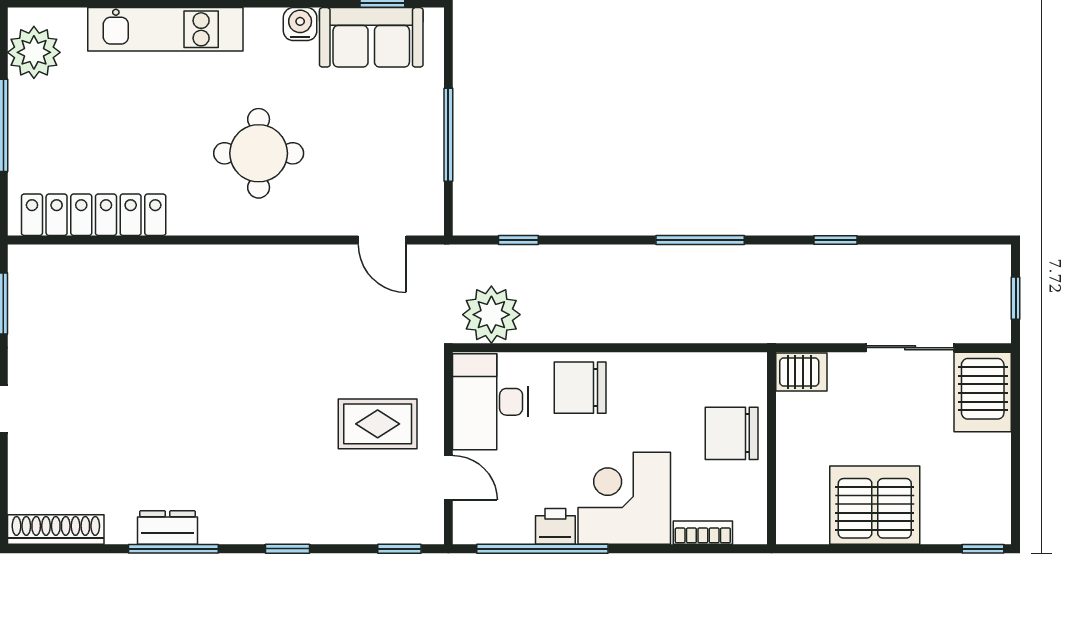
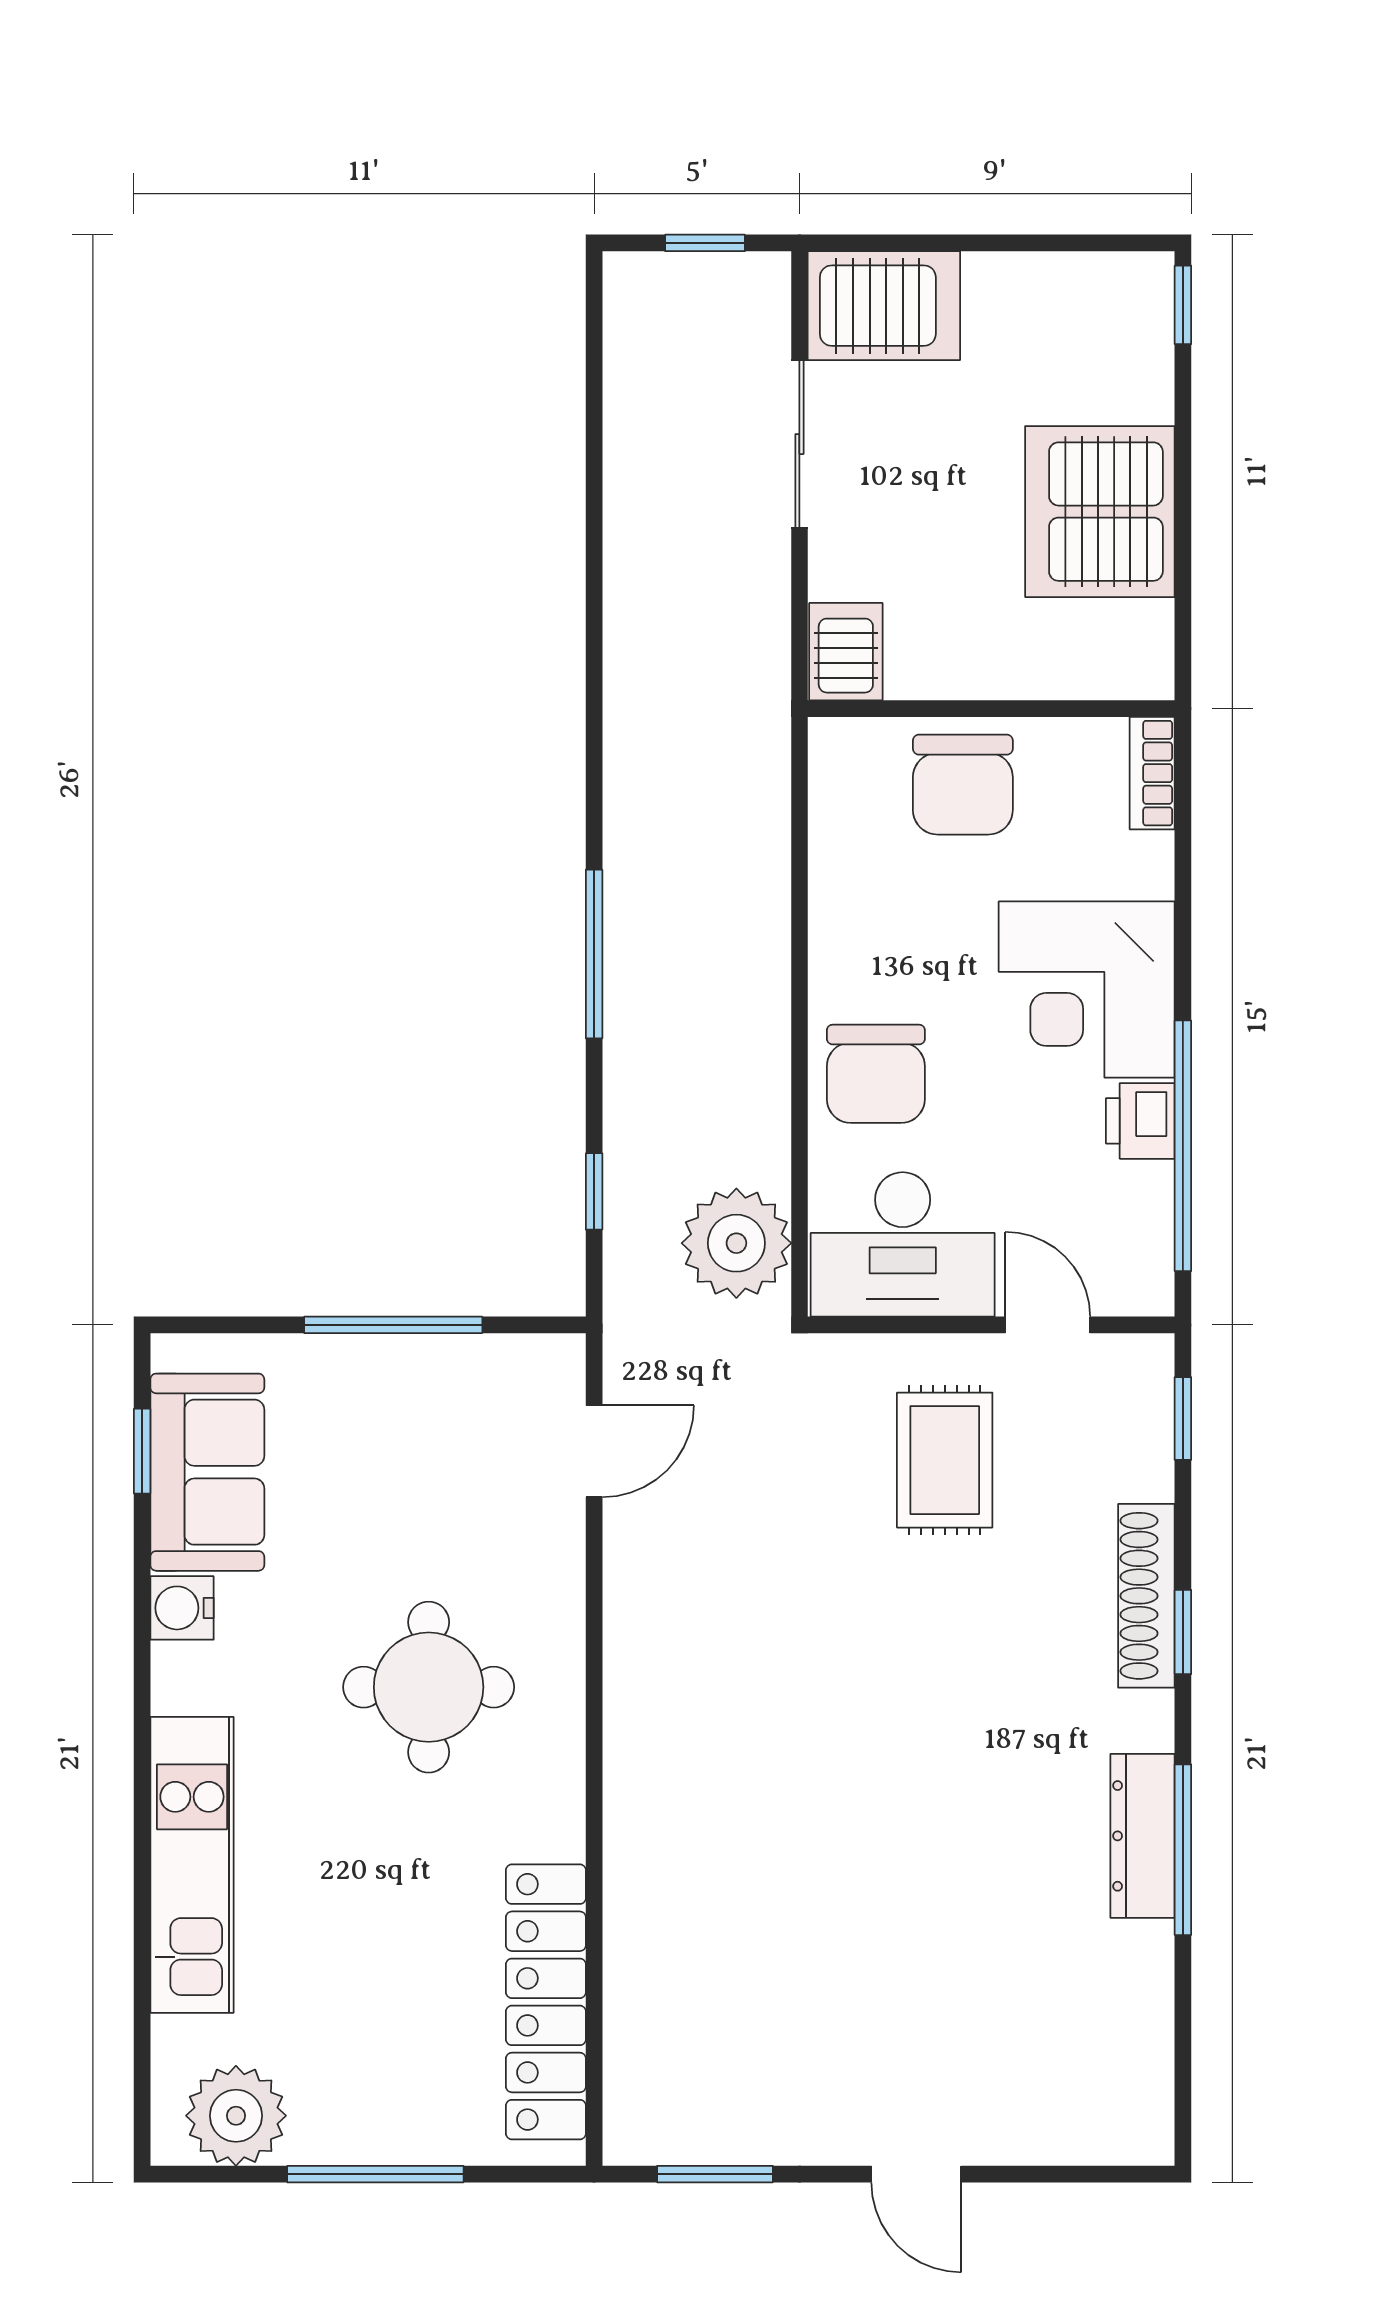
window: (700, 240) -> (594, 954), moved
window: (836, 240) -> (594, 586), removed
door: (448, 478) -> (1048, 1325), hinge flipped
dresser: (168, 528) -> (1143, 1836), width x1.44
shoe rack: (56, 530) -> (1146, 1596), moved
bookcase: (703, 533) -> (1152, 773), moved

